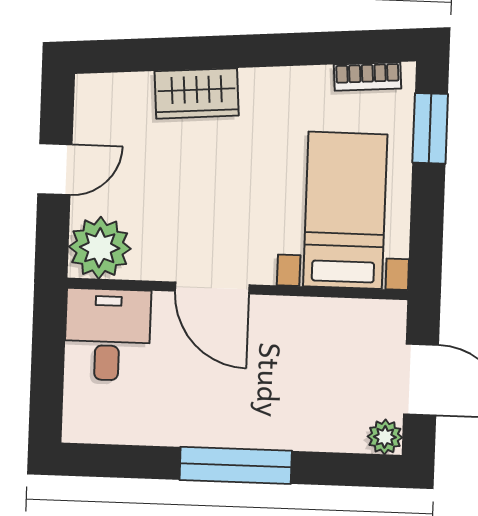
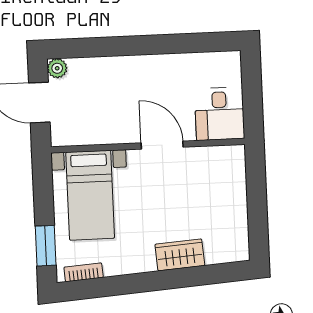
door: (55, 169) -> (257, 205), removed
plant: (100, 248) -> (228, 163), removed
window: (236, 465) -> (141, 45), removed

